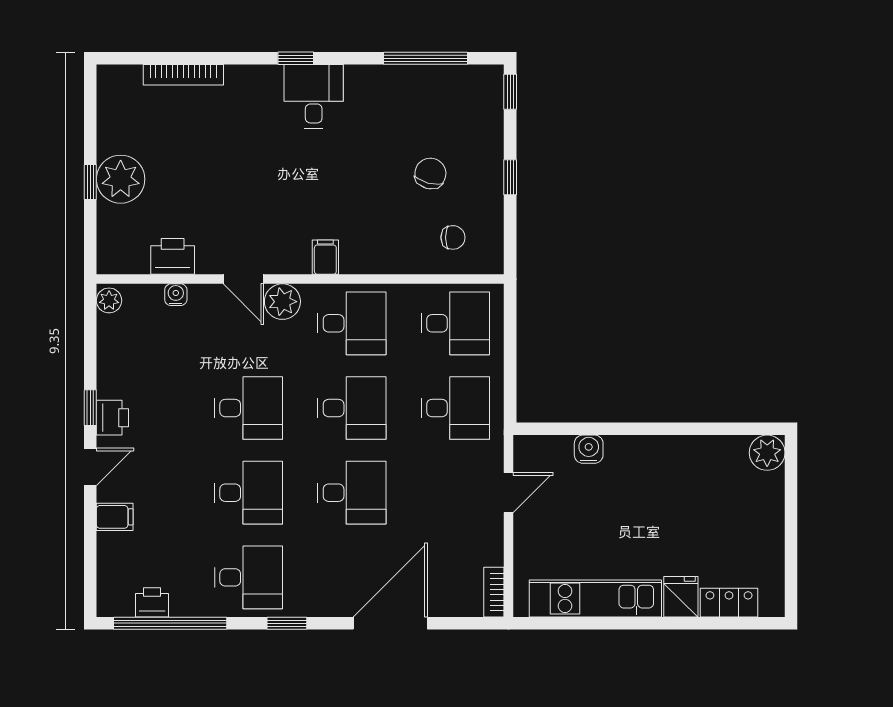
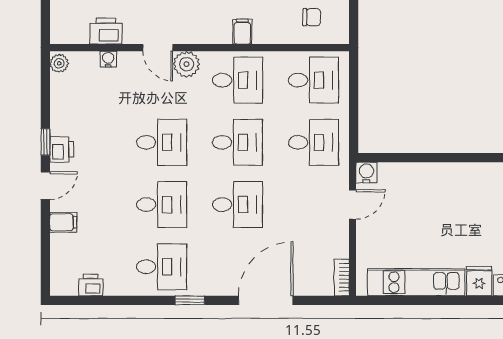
filing cabinet: (325, 257) -> (242, 32), moved
water cooler: (589, 449) -> (366, 173), moved
window: (170, 623) -> (104, 300), removed

